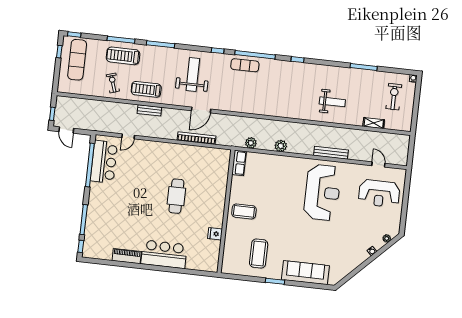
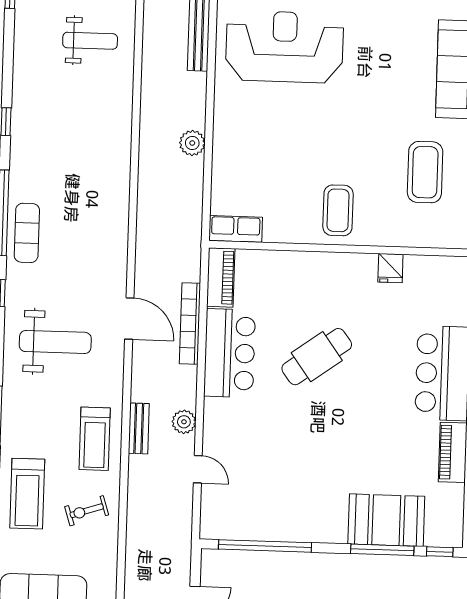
weight bench: (193, 75) -> (55, 342), turned 180
weight bench: (332, 102) -> (90, 41), turned 90
plant: (251, 143) -> (184, 422), moved
piano: (217, 154) -> (221, 277), added
bar counter: (104, 162) -> (230, 353), moved, turned 90
cafe table: (176, 196) -> (317, 357), turned -36
booth: (97, 223) -> (386, 520), added
coffee table: (259, 254) -> (425, 172), turned 90

